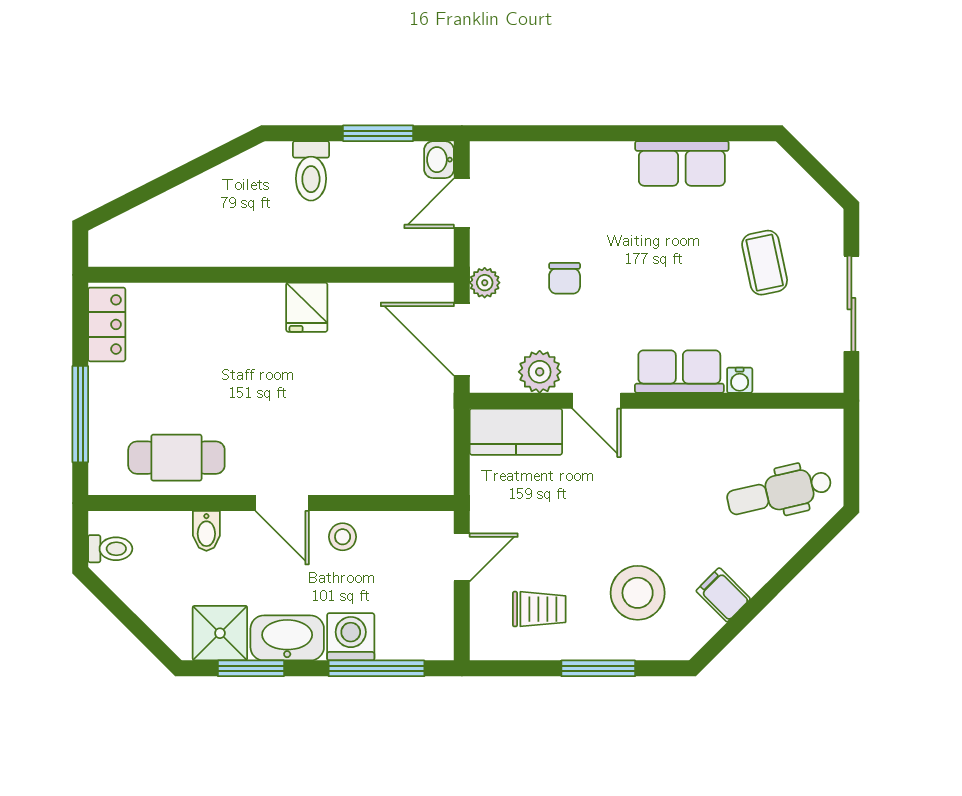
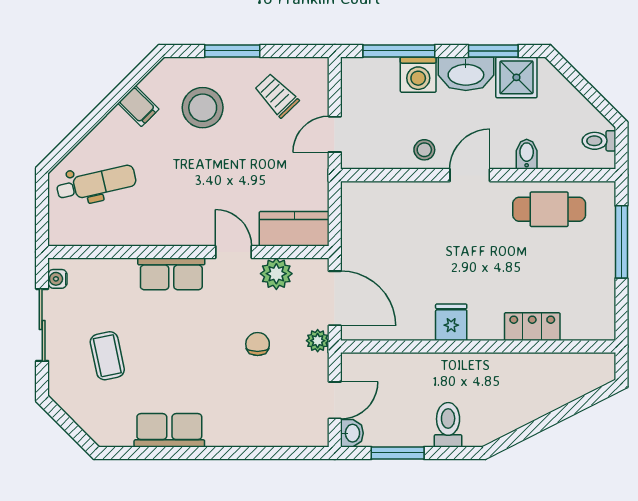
locker: (107, 324) -> (532, 327), moved, turned 90
water cooler: (740, 380) -> (57, 279), moved, turned -90
door: (282, 503) -> (470, 175), hinge flipped
trolley: (539, 609) -> (277, 95), turned 46

